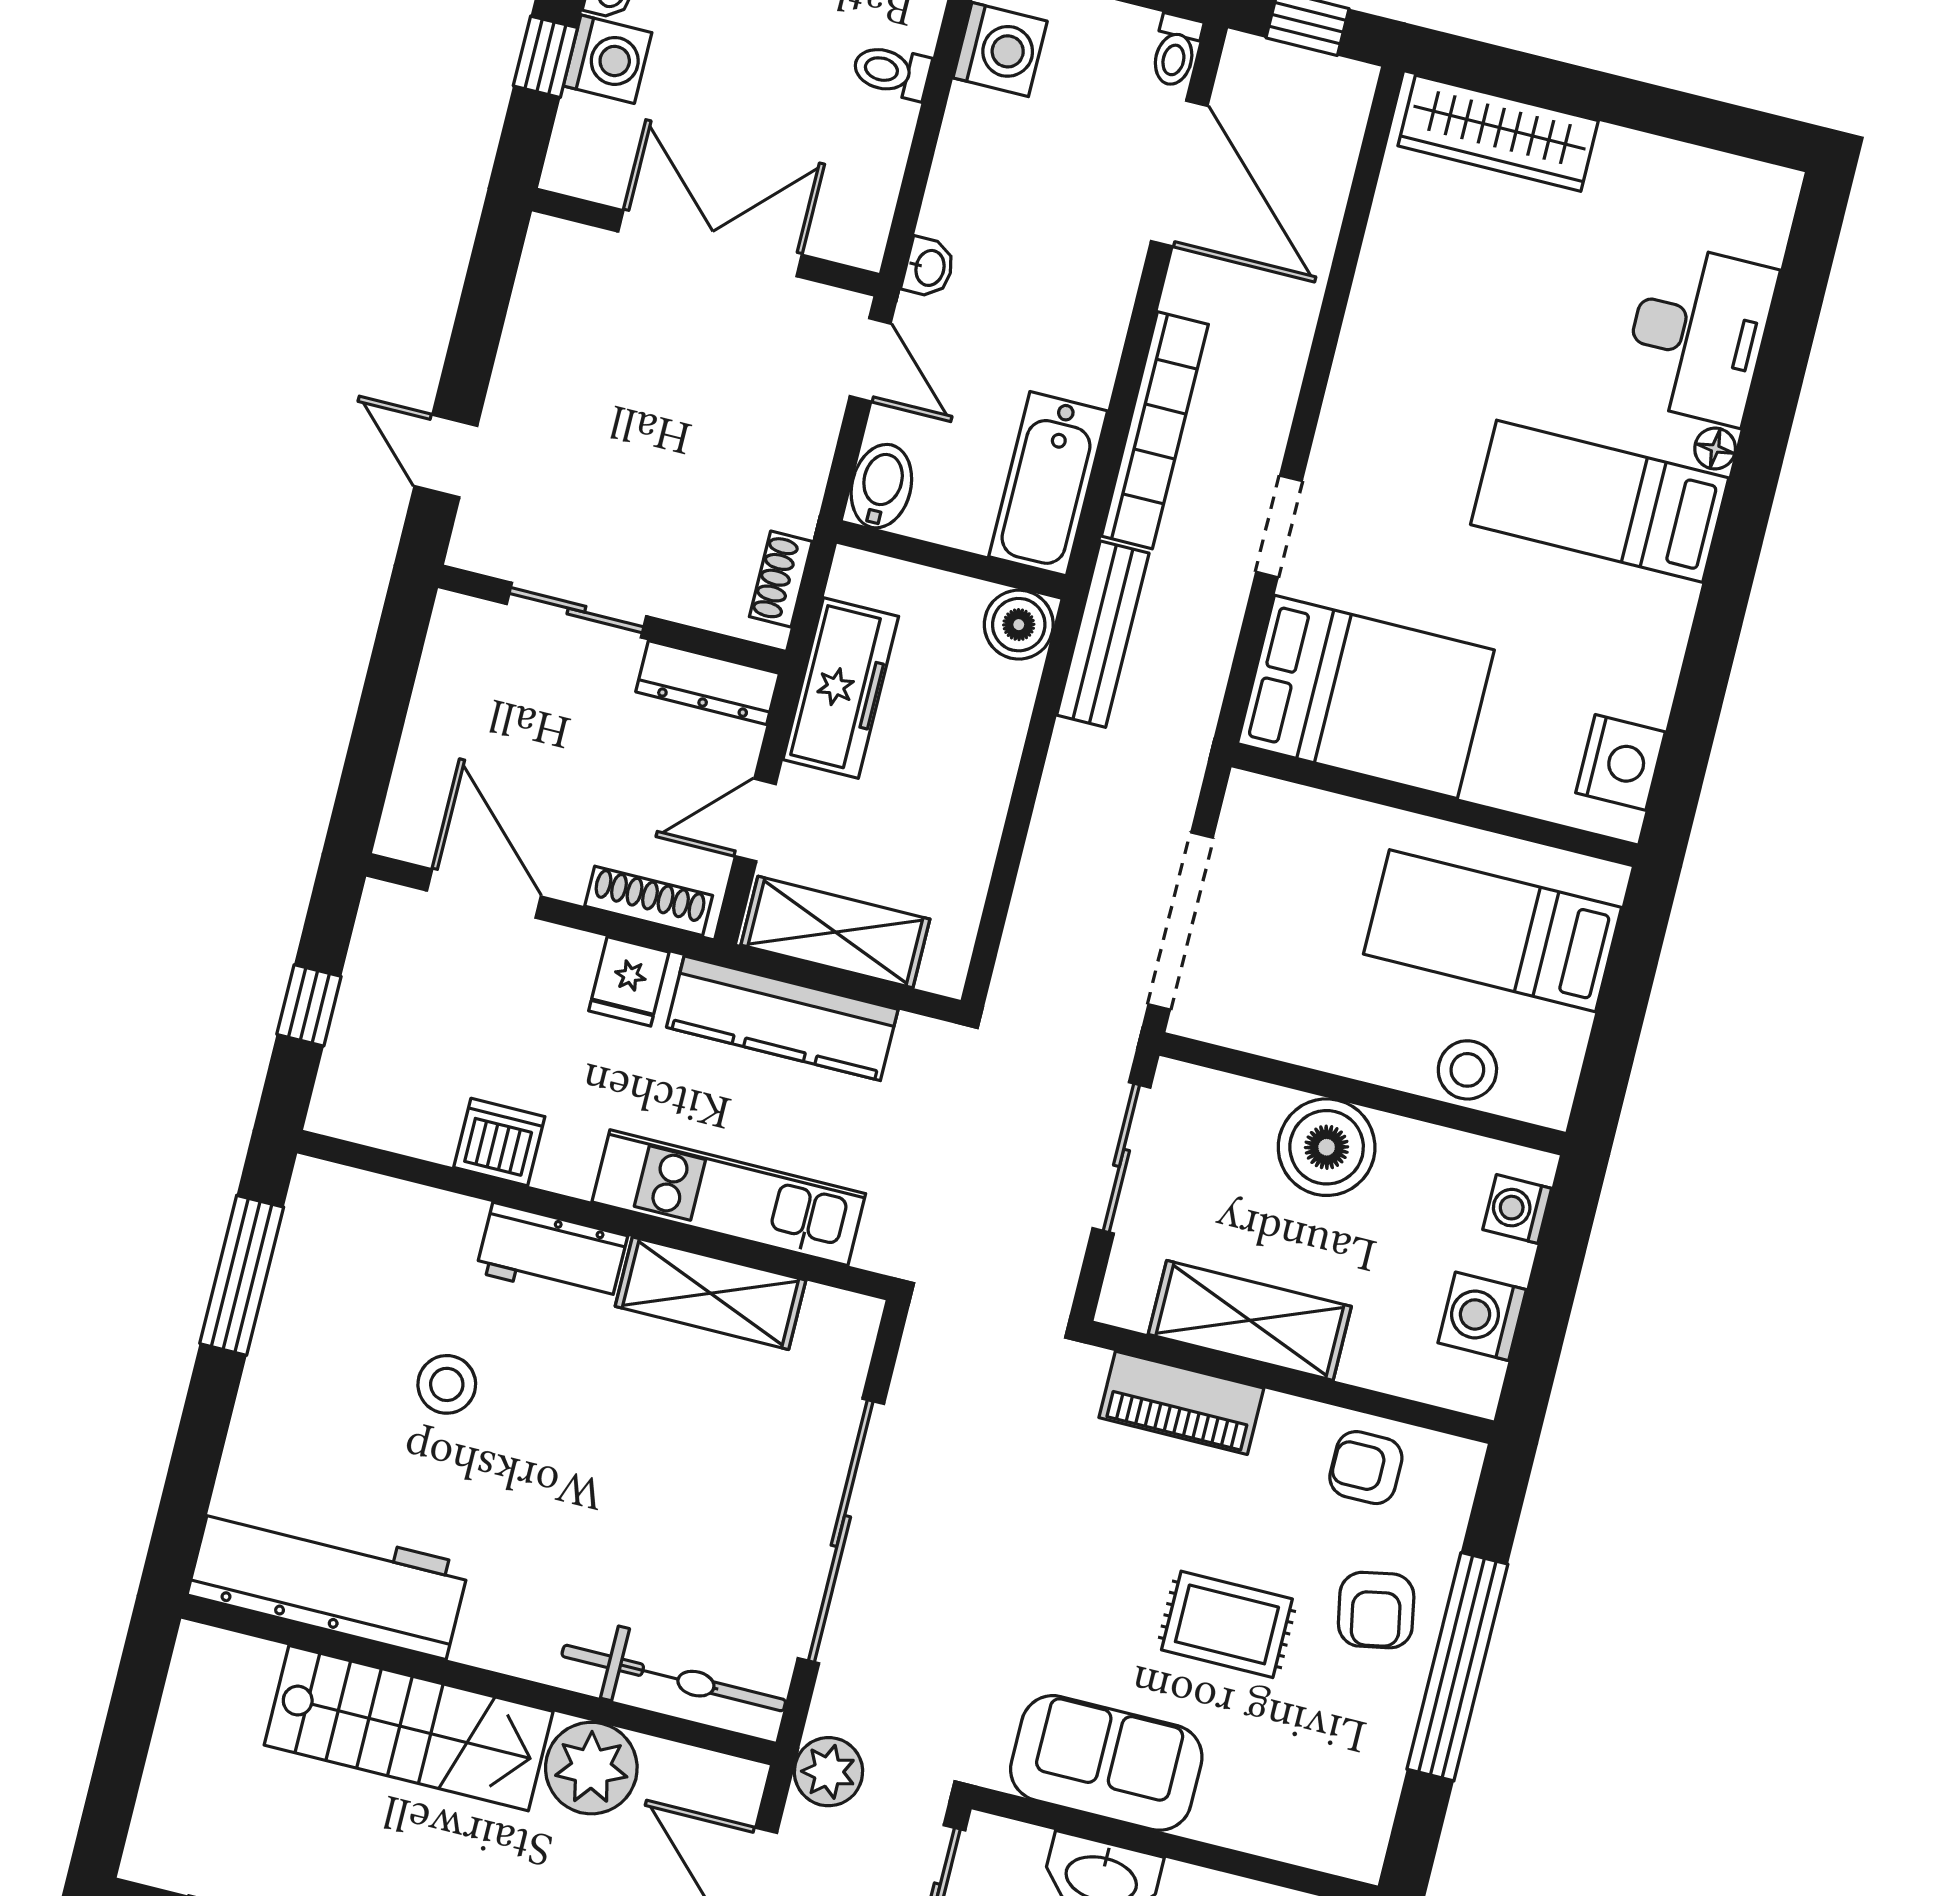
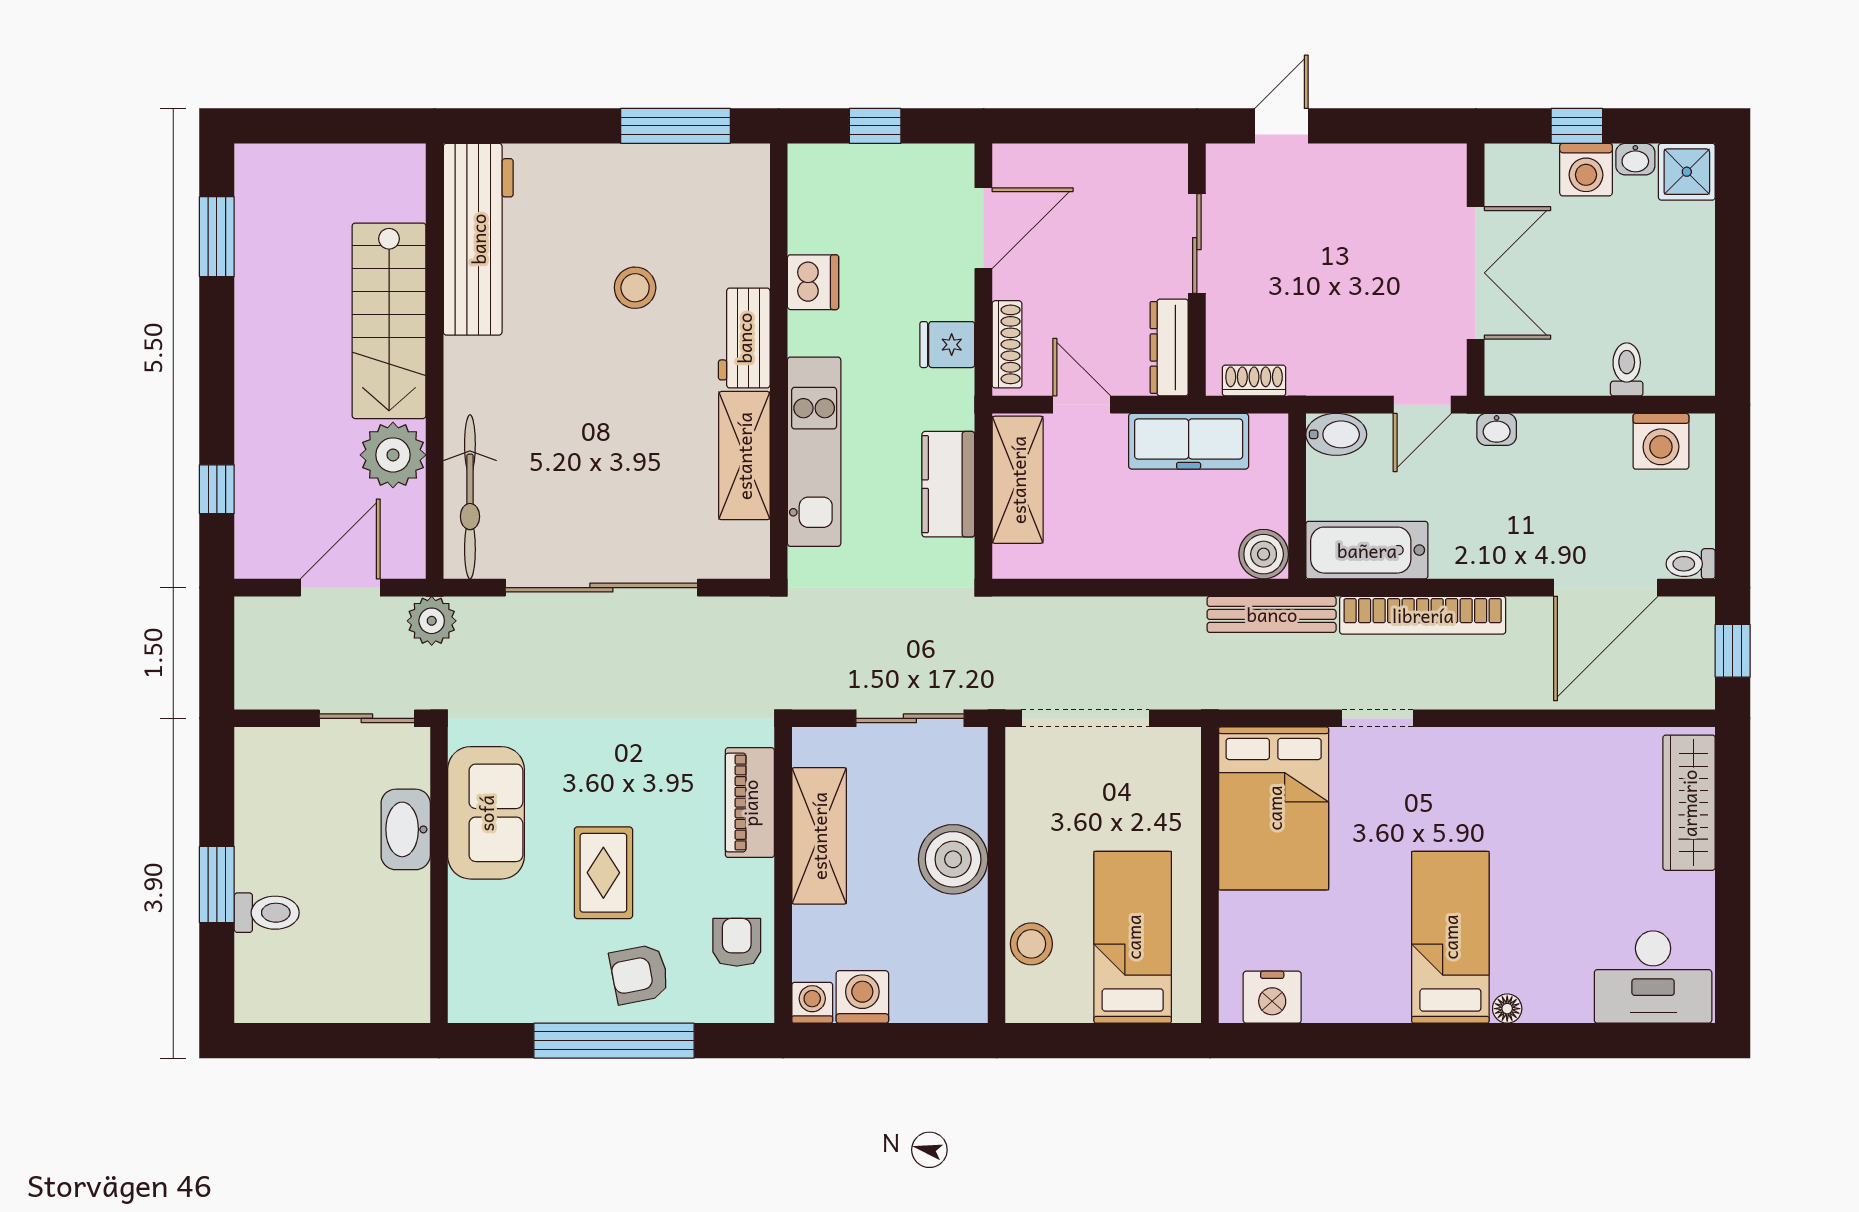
desk: (1698, 334) -> (1653, 977), moved
kitchen counter: (782, 1018) -> (948, 484), width x0.67
washing machine: (1517, 1209) -> (812, 1003), moved

